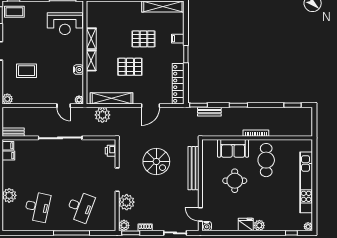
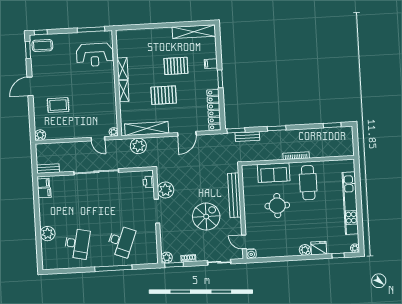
water cooler: (79, 70) -> (111, 101), removed
spiral stairs: (156, 161) -> (206, 217), moved, turned -90
plant: (127, 202) -> (165, 190), moved
fridge: (246, 224) -> (319, 248), moved

